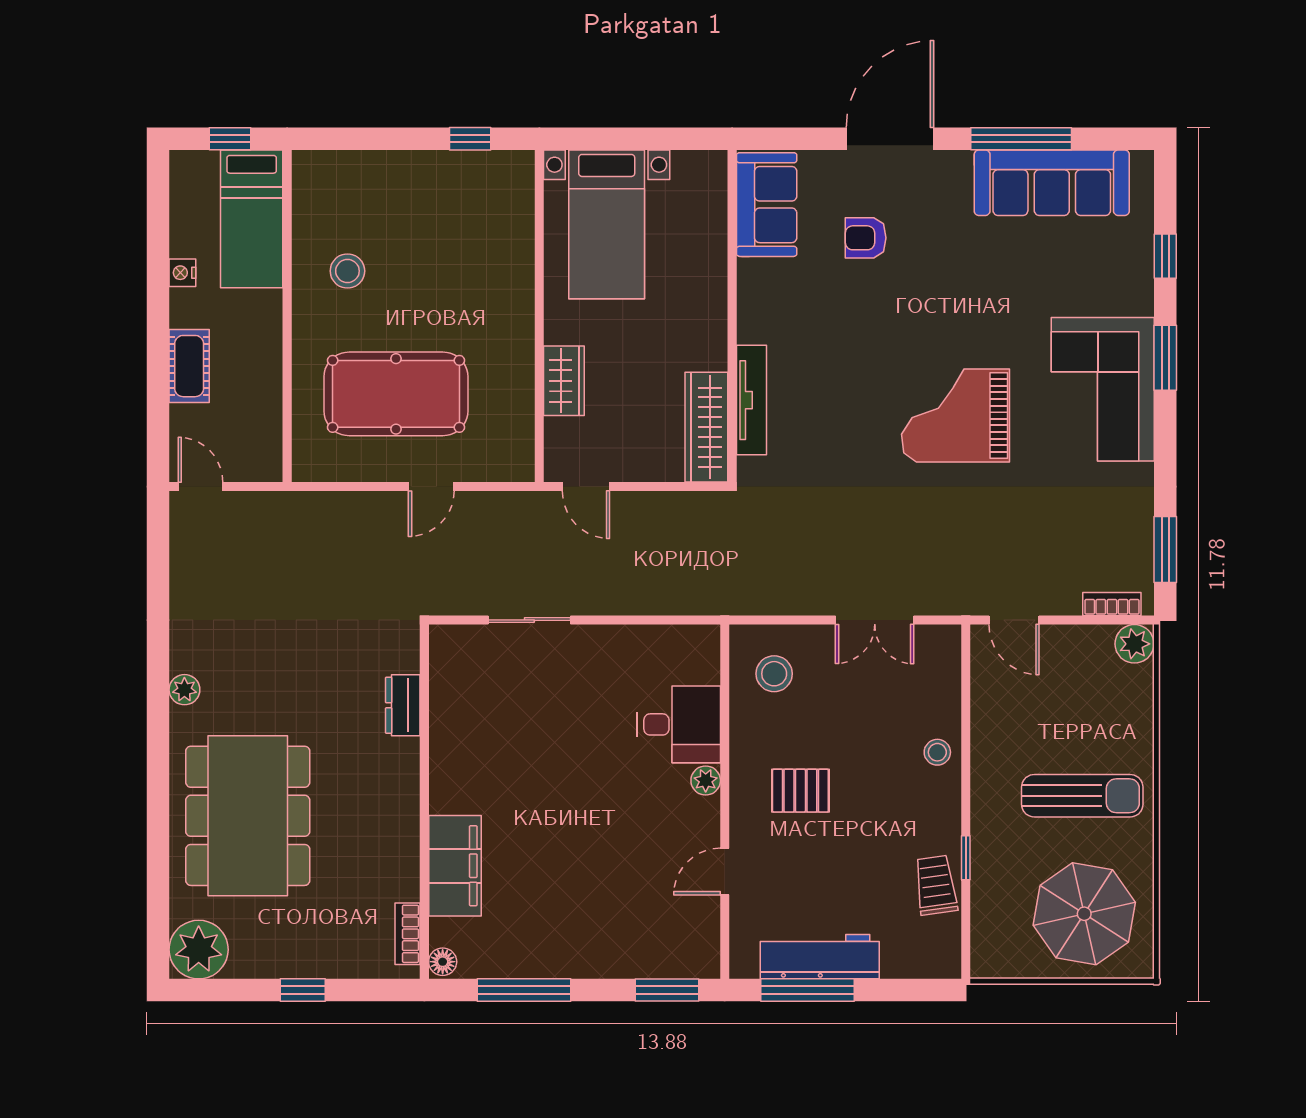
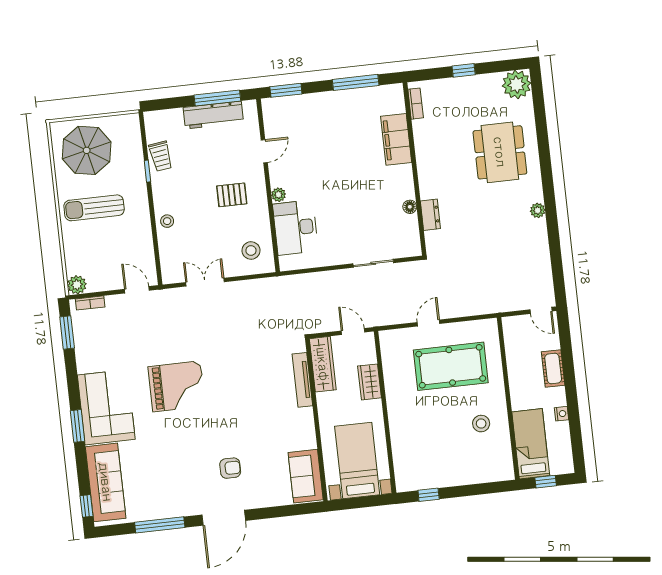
sofa: (1052, 183) -> (106, 482), moved, turned 90
sofa: (767, 205) -> (306, 476), moved
window: (1165, 256) -> (86, 506), moved
wall: (732, 316) -> (316, 420), moved
tv unit: (751, 400) -> (302, 380), moved
wardrobe: (706, 427) -> (323, 364), moved
desk: (679, 724) -> (295, 227), width x1.37
dining table: (248, 816) -> (500, 152), width x0.73, depth x0.80
floor lamp: (443, 962) -> (410, 207), moved

